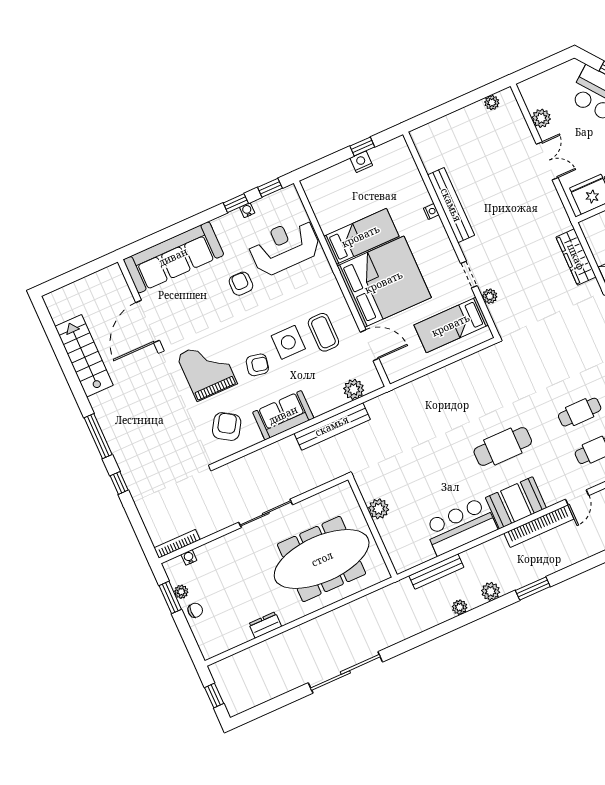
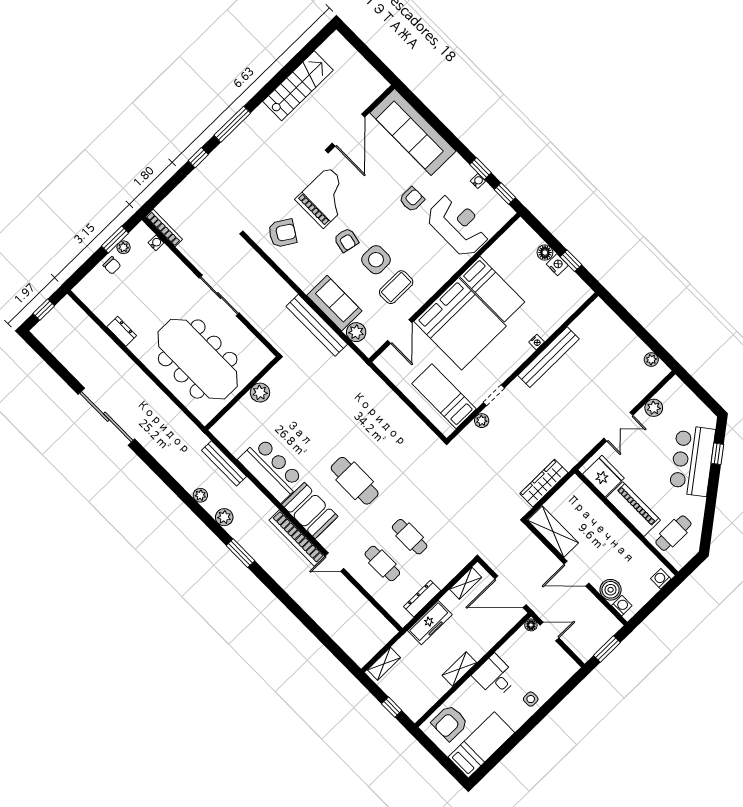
floor lamp: (344, 170) -> (545, 253), added
door: (148, 322) -> (348, 130), swing flipped
sofa: (283, 415) -> (334, 303), moved

